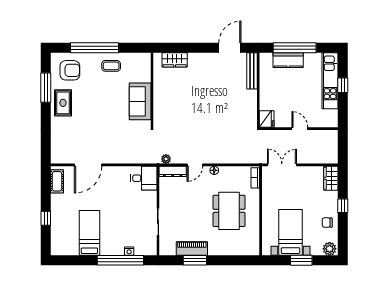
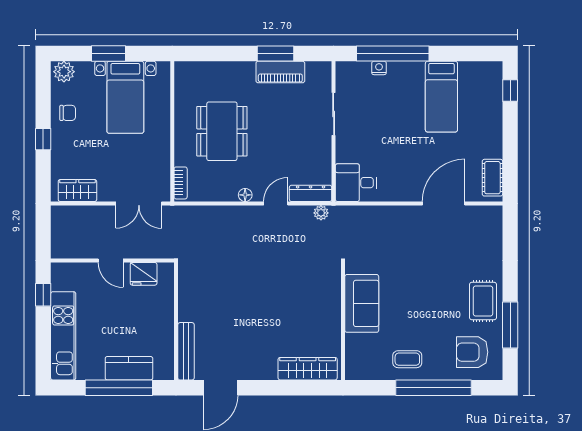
wardrobe: (175, 60) -> (308, 369), width x1.50
window: (343, 85) -> (43, 295), moved
fridge: (267, 119) -> (144, 274), moved, turned -90
wardrobe: (331, 178) -> (77, 191), moved, turned -90
window: (46, 218) -> (510, 91), moved

